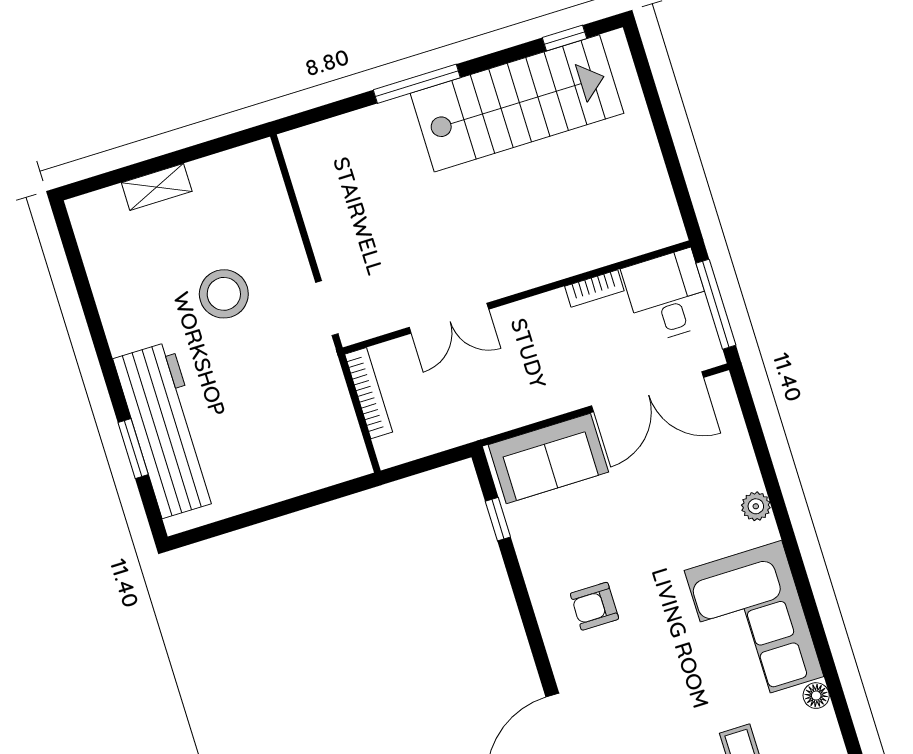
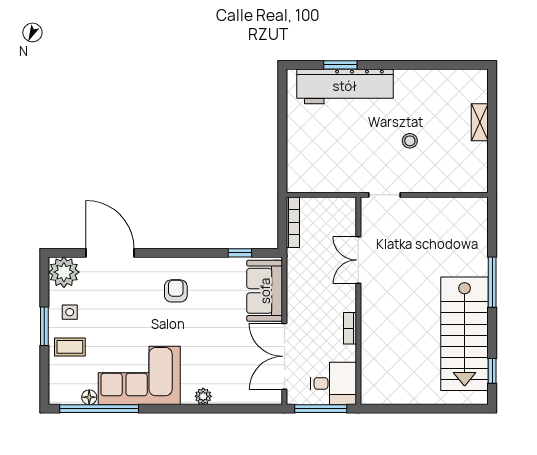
bookcase: (594, 288) -> (350, 328), moved
stool: (224, 294) -> (410, 141), width x0.53, depth x0.53
bookcase: (369, 393) -> (293, 222), moved, turned -90
window: (830, 673) -> (99, 409), added

